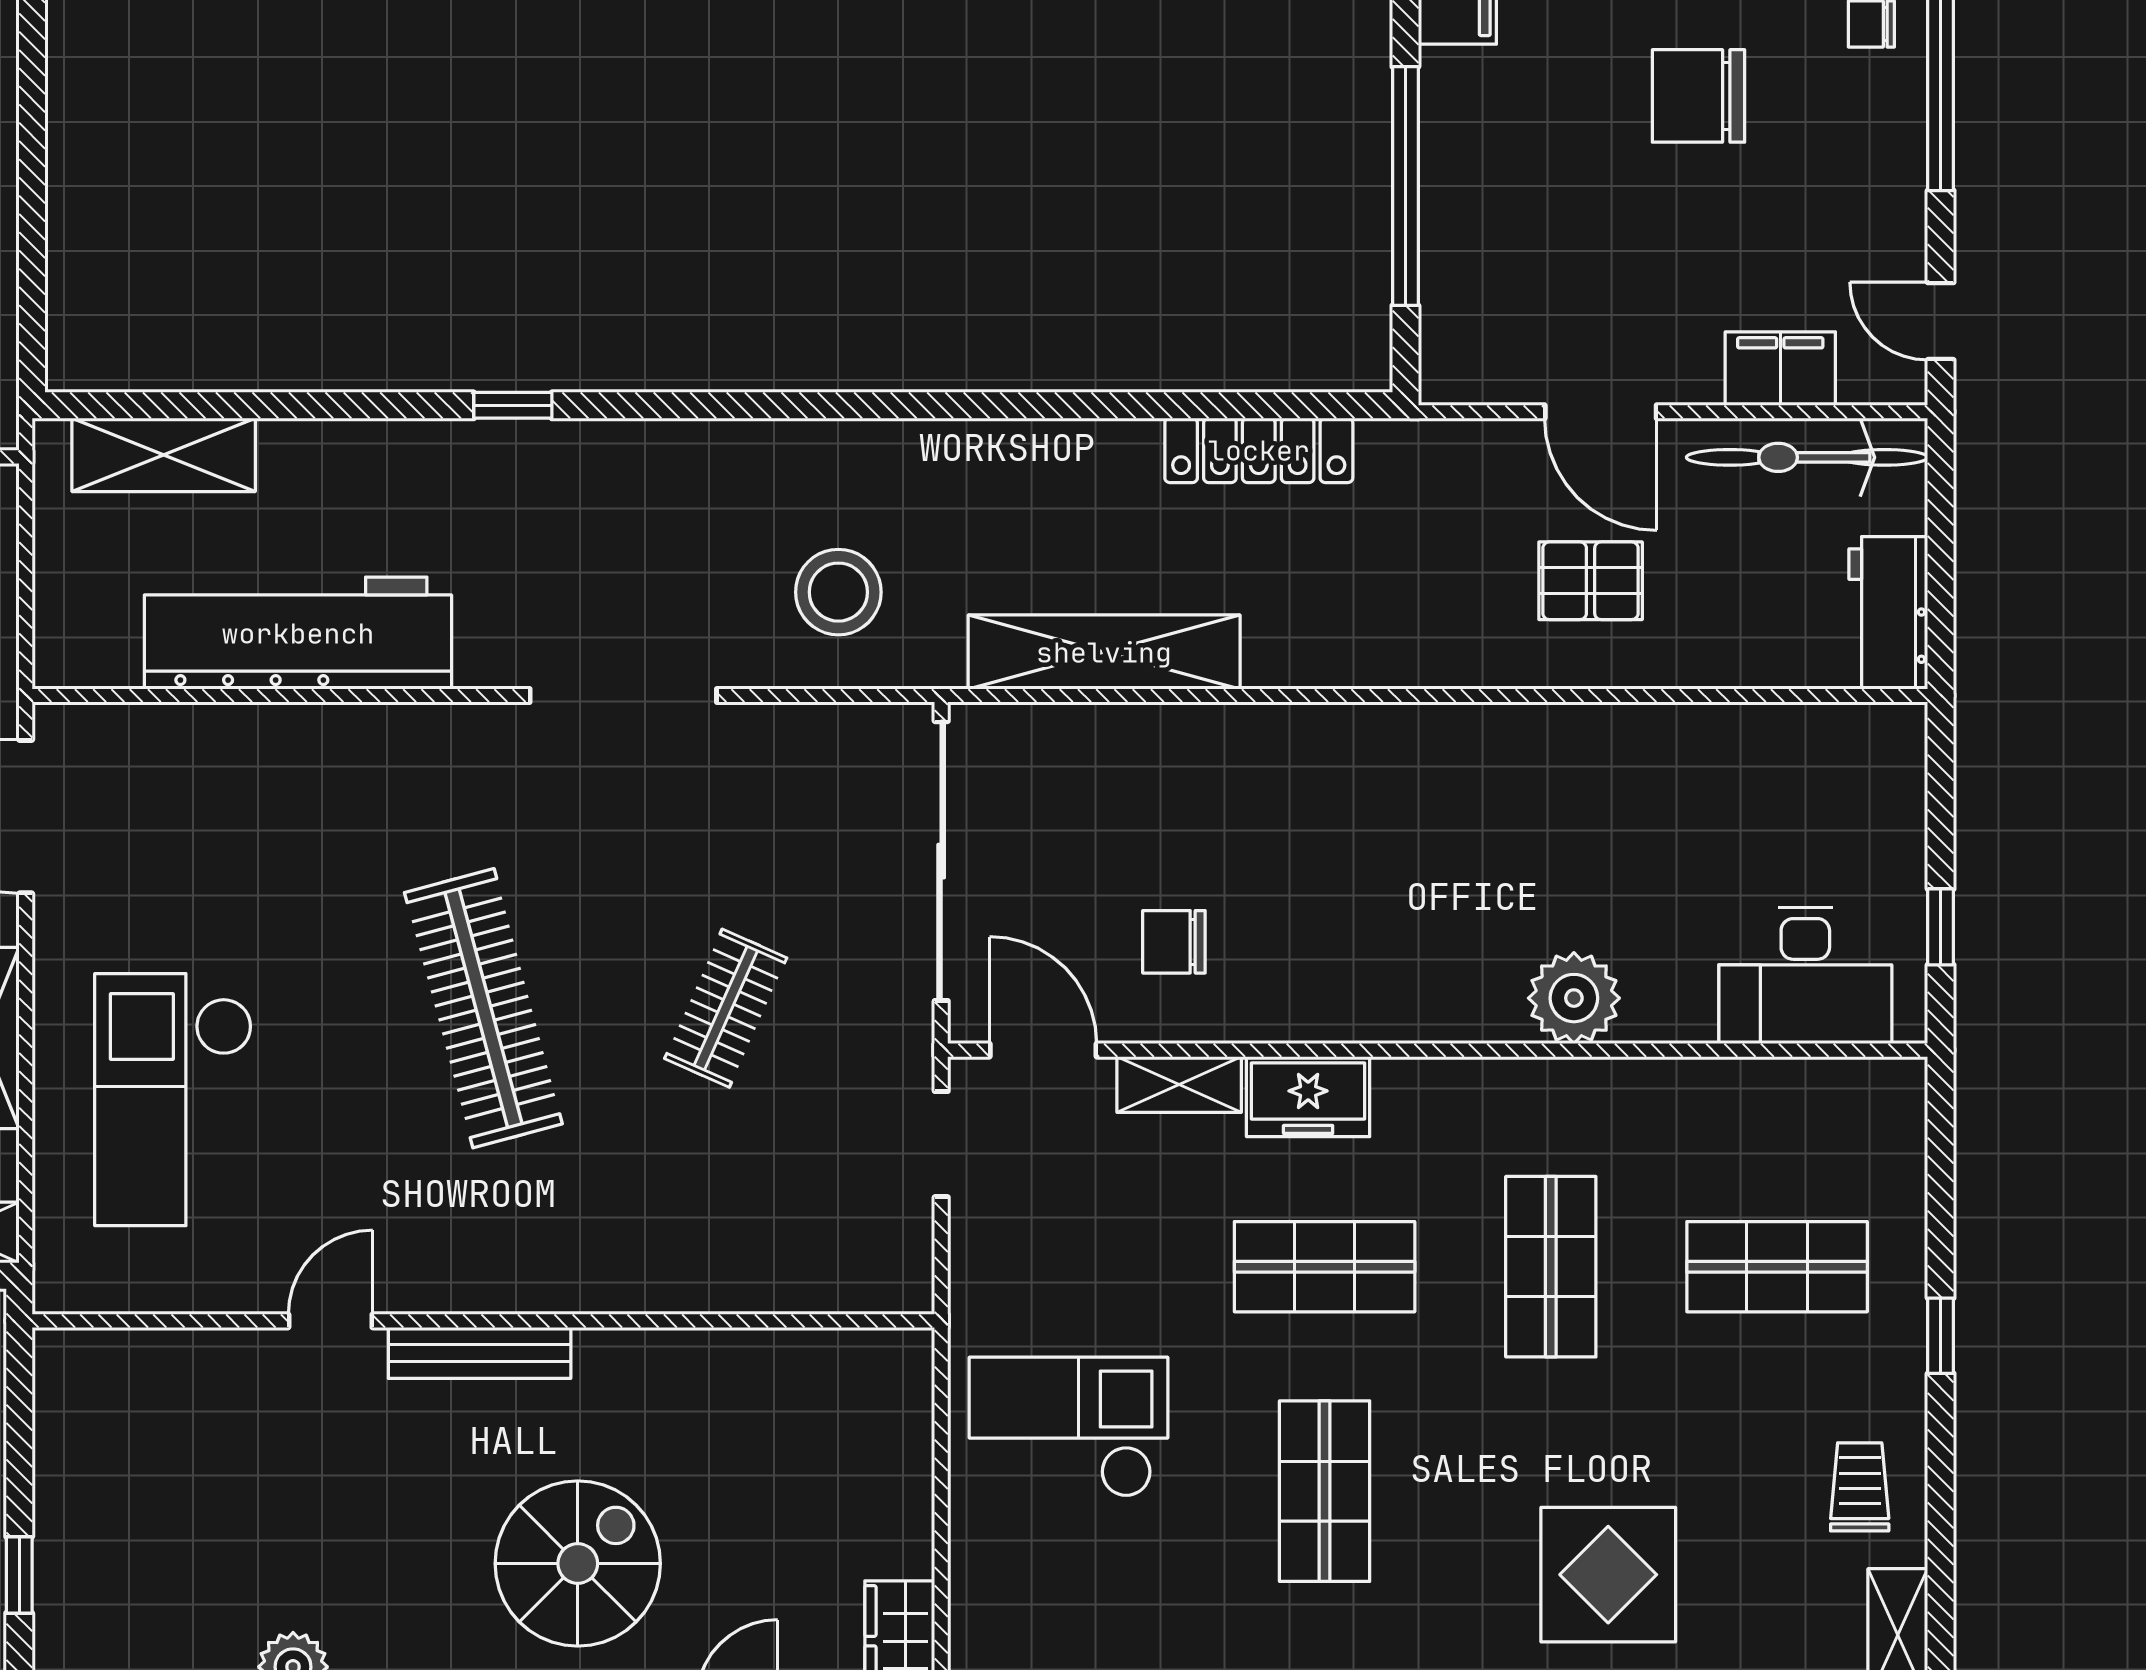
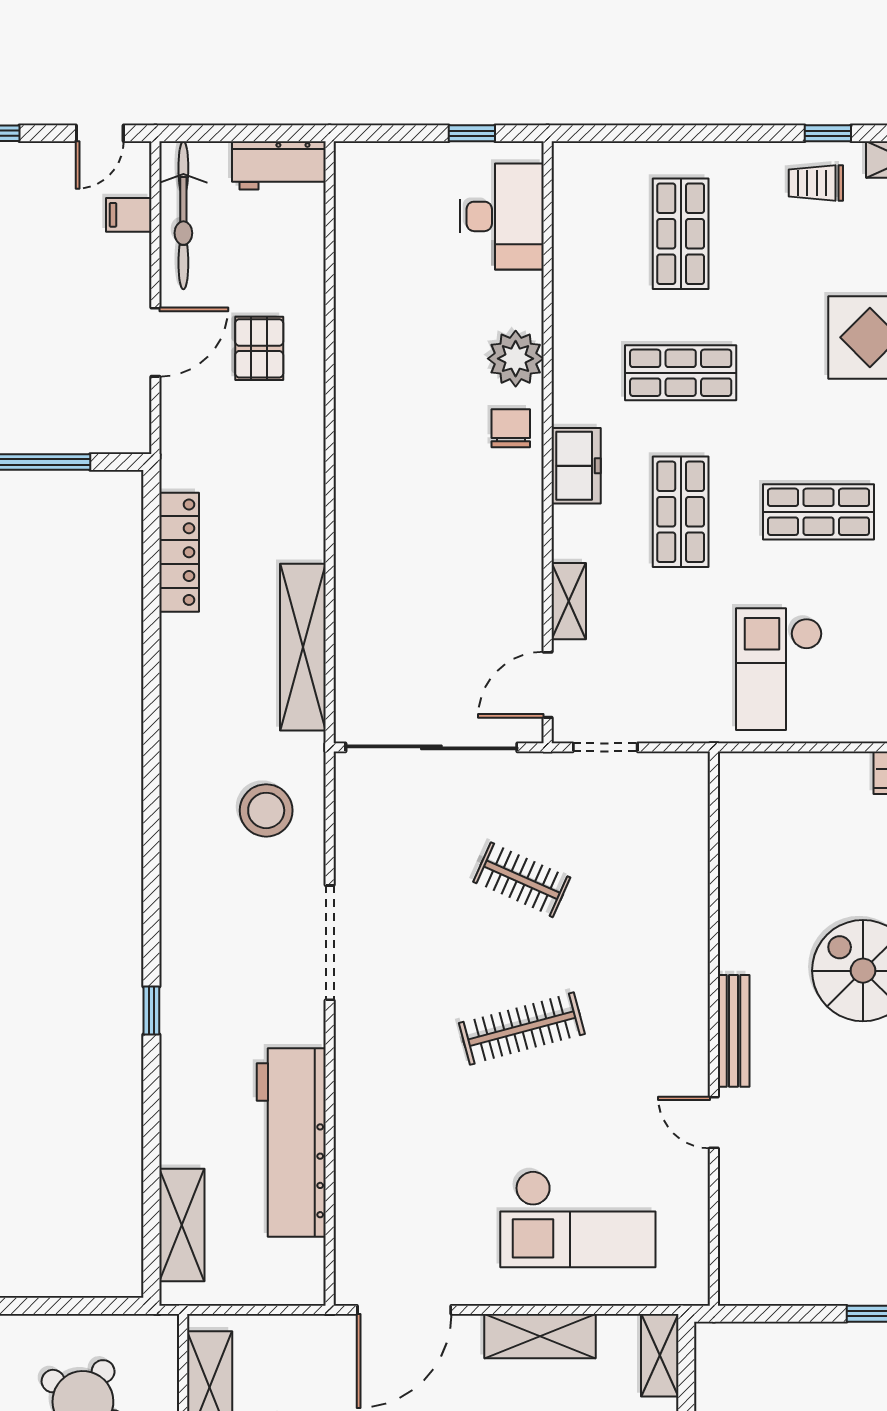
filing cabinet: (1780, 369) -> (129, 215), width x0.50
chair: (1174, 942) -> (511, 428), moved, turned 180
clothes rail: (483, 1008) -> (522, 1029), width x0.73, depth x0.76
freezer: (1308, 1097) -> (576, 466), moved
window: (1941, 1336) -> (828, 133), moved

